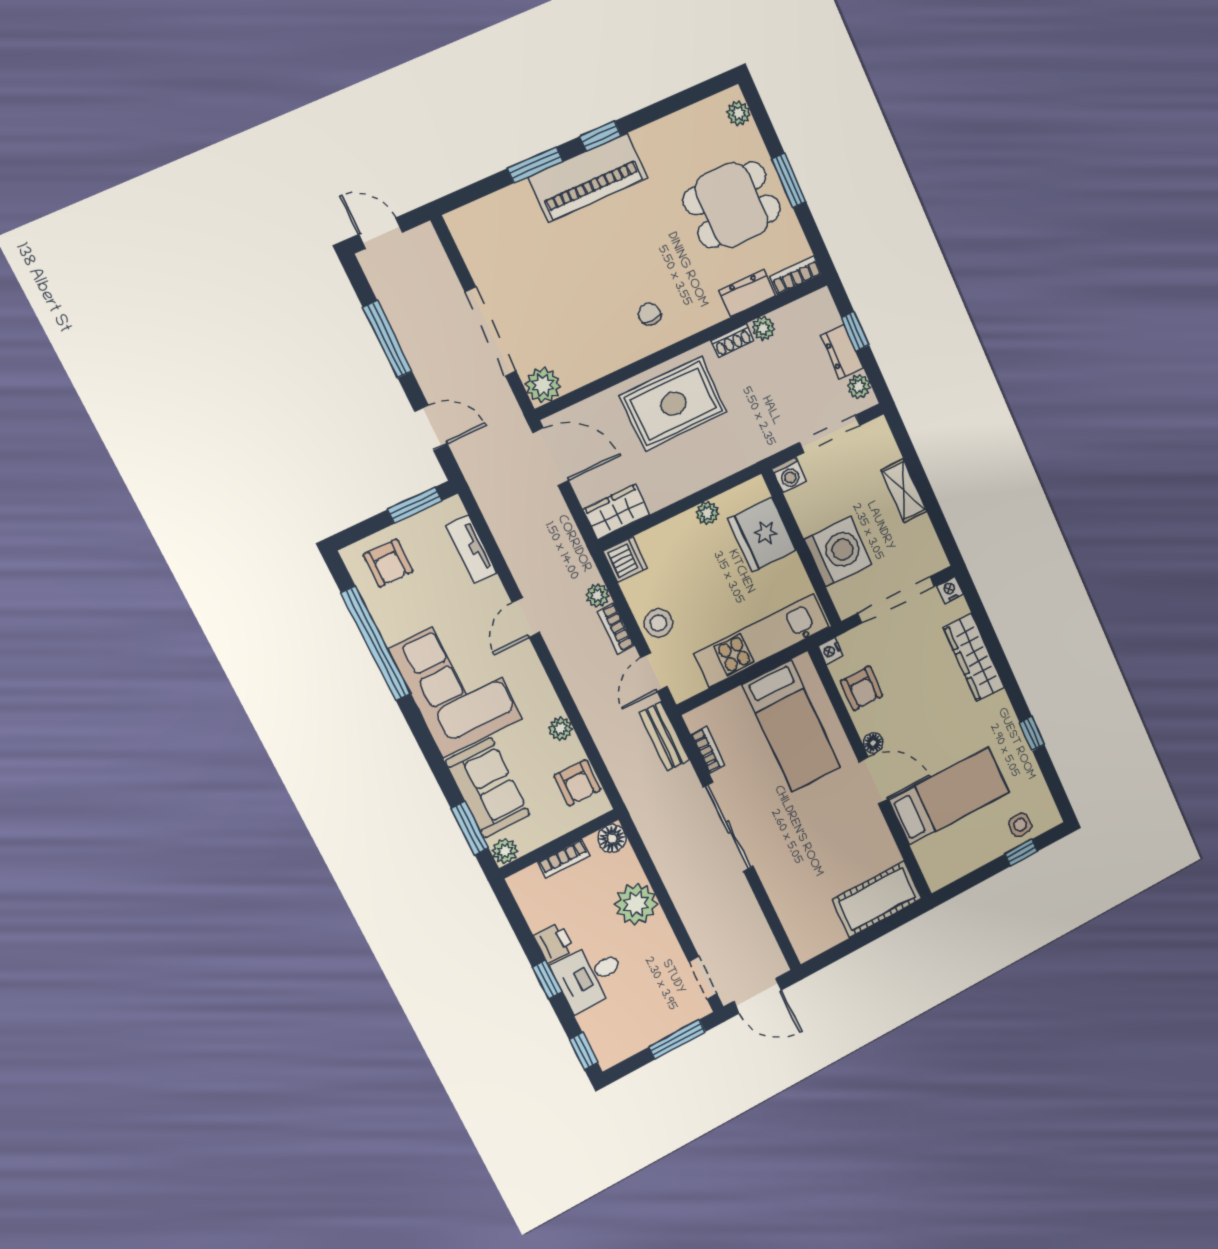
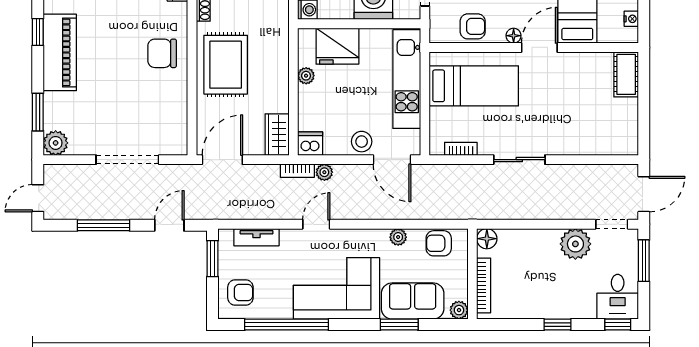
window: (535, 165) -> (38, 112), moved
chair: (650, 314) -> (162, 53), width x1.87, depth x1.87
plant: (543, 385) -> (56, 143), moved
door: (526, 617) -> (316, 224), swing flipped
bookcase: (616, 628) -> (297, 171), moved
nightstand: (830, 651) -> (631, 19), moved, turned -90
door: (654, 672) -> (392, 160), width x1.38
bench: (664, 736) -> (437, 173), removed
armchair: (577, 783) -> (439, 243), turned 180
sliding door: (728, 827) -> (519, 160), width x0.73
window: (470, 828) -> (399, 325), moved
bookcase: (564, 859) -> (484, 285), width x1.56
cot: (877, 899) -> (626, 74), width x0.73, depth x0.75
plant: (636, 904) -> (575, 244), moved
printer: (554, 943) -> (536, 308), removed
desk: (589, 976) -> (618, 297), moved

